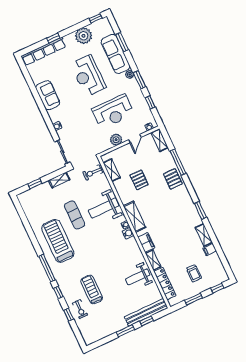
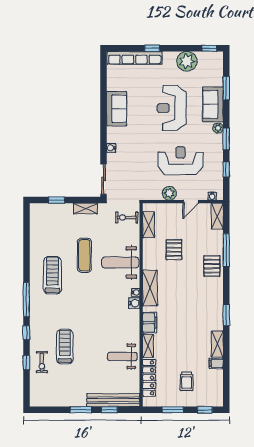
sofa: (116, 54) -> (213, 104), width x0.73
reception desk: (113, 112) -> (181, 161), turned 180
treadmill: (58, 241) -> (52, 275), width x0.73, depth x0.73

